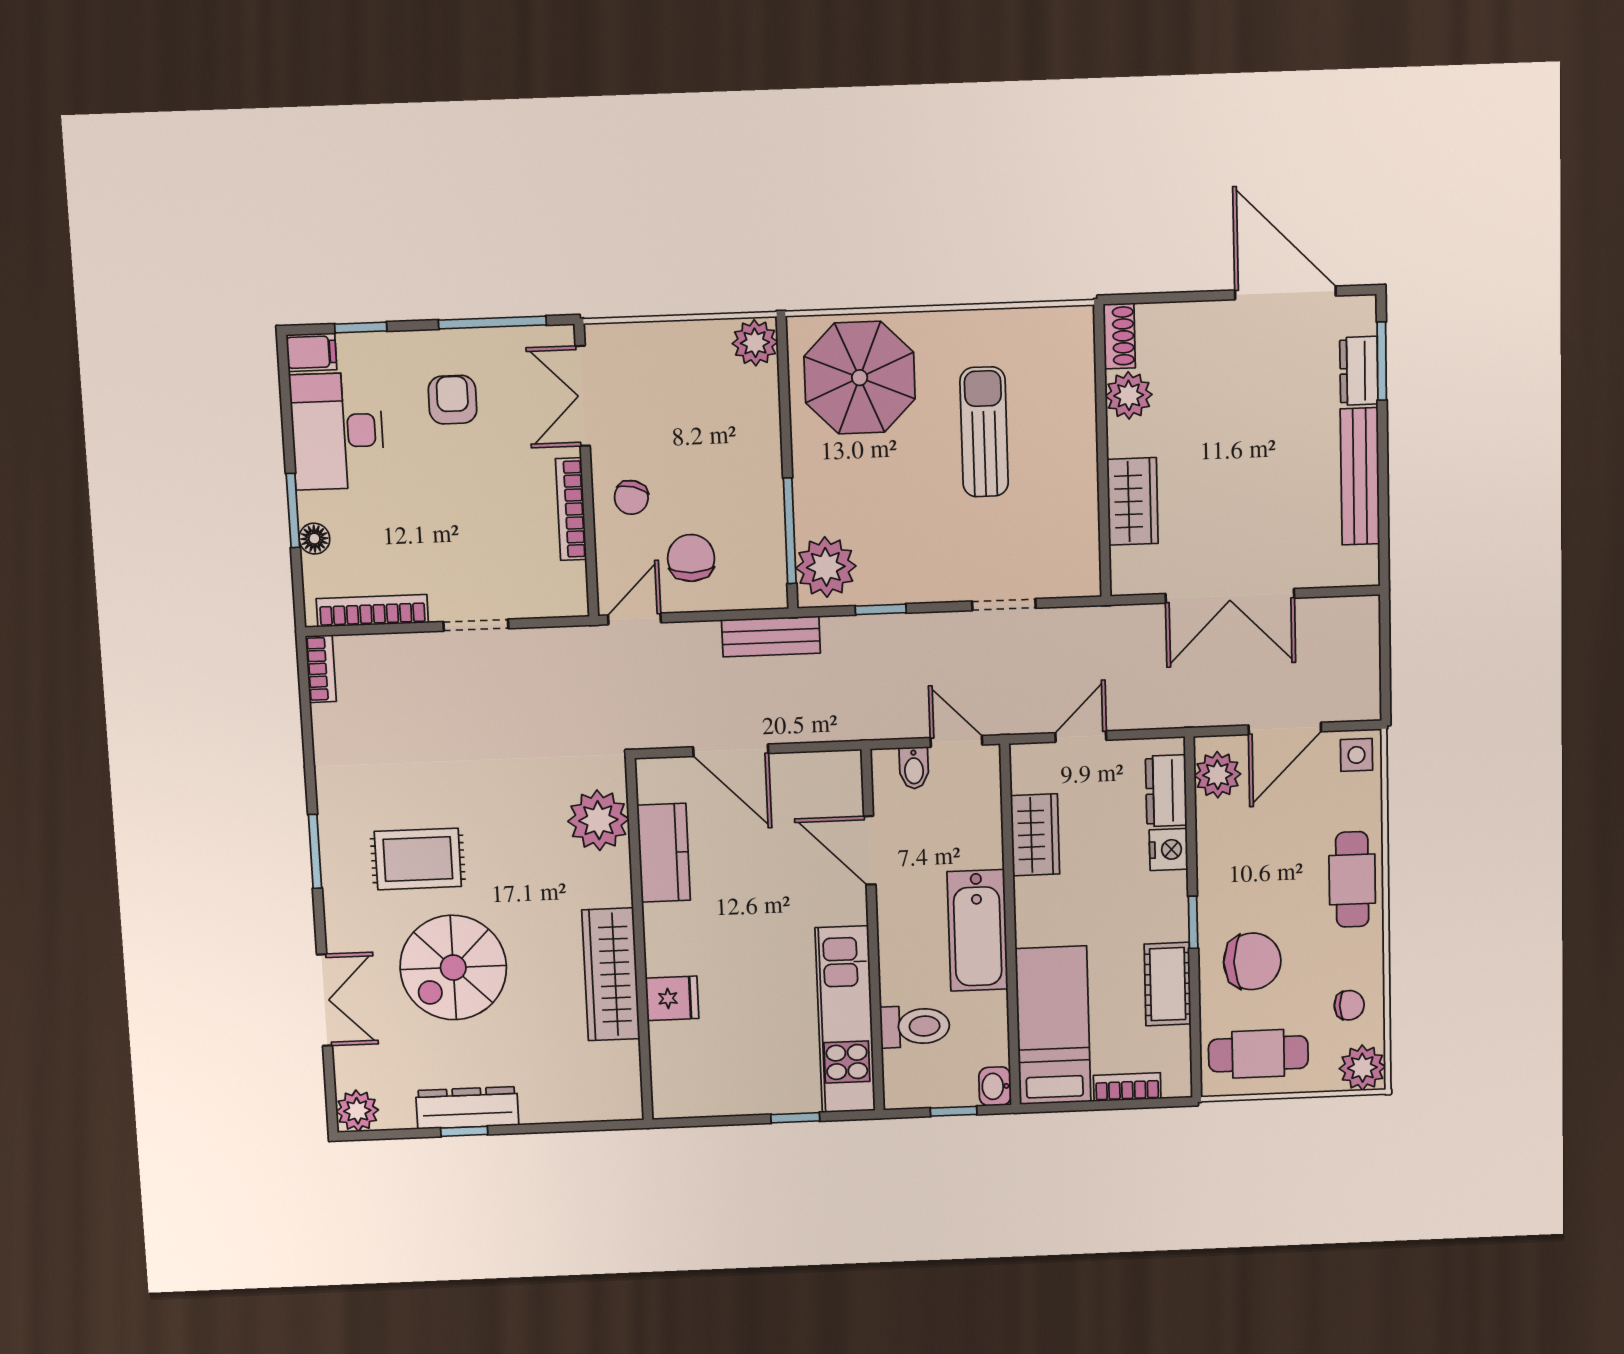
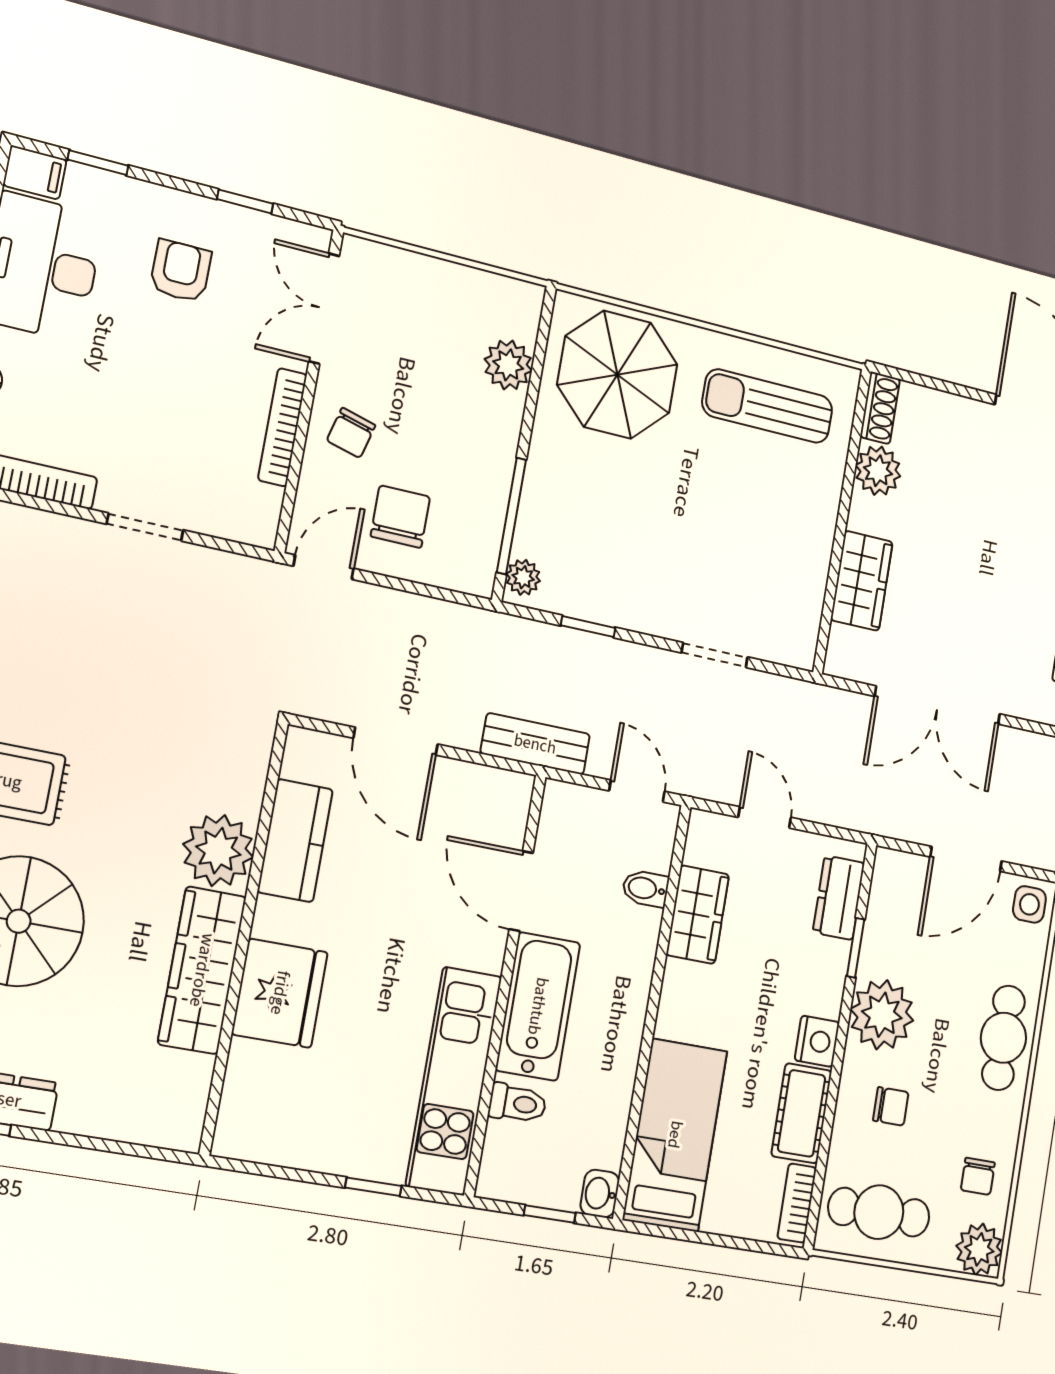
window: (492, 323) -> (245, 201), width x0.46
plant: (755, 343) -> (508, 365), moved
sun lounger: (984, 432) -> (767, 406), moved, turned -90
plant: (826, 567) -> (523, 577), width x0.53, depth x0.53
bench: (771, 637) -> (535, 744), moved
door: (1081, 736) -> (765, 817), hinge flipped
bidet: (914, 768) -> (645, 888), moved, turned 90
plant: (1218, 775) -> (882, 1015), moved, width x1.36, depth x1.36
plant: (598, 820) -> (218, 851), moved
nightstand: (1169, 850) -> (817, 1041), moved
window: (1193, 922) -> (856, 948), moved
bathtub: (977, 930) -> (538, 1006), moved, turned 180
chair: (1252, 961) -> (891, 1106), width x0.54, depth x0.54
fridge: (672, 998) -> (280, 993), width x1.88, depth x1.34
chair: (1349, 1005) -> (978, 1176), turned 90
toilet: (915, 1026) -> (517, 1103), width x0.73, depth x0.72
bookcase: (1127, 1087) -> (797, 1203), moved, turned -90

